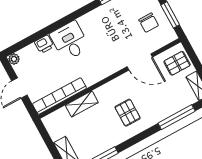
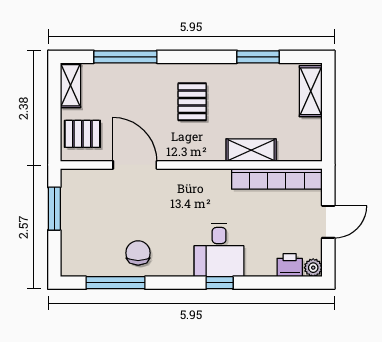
chair: (149, 23) -> (138, 253), moved
window: (60, 24) -> (220, 283), added
printer: (44, 44) -> (290, 265), moved

